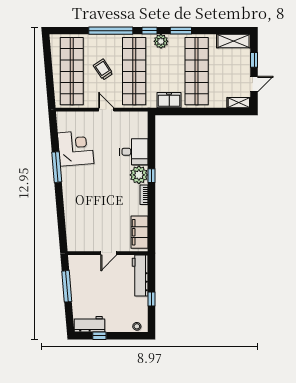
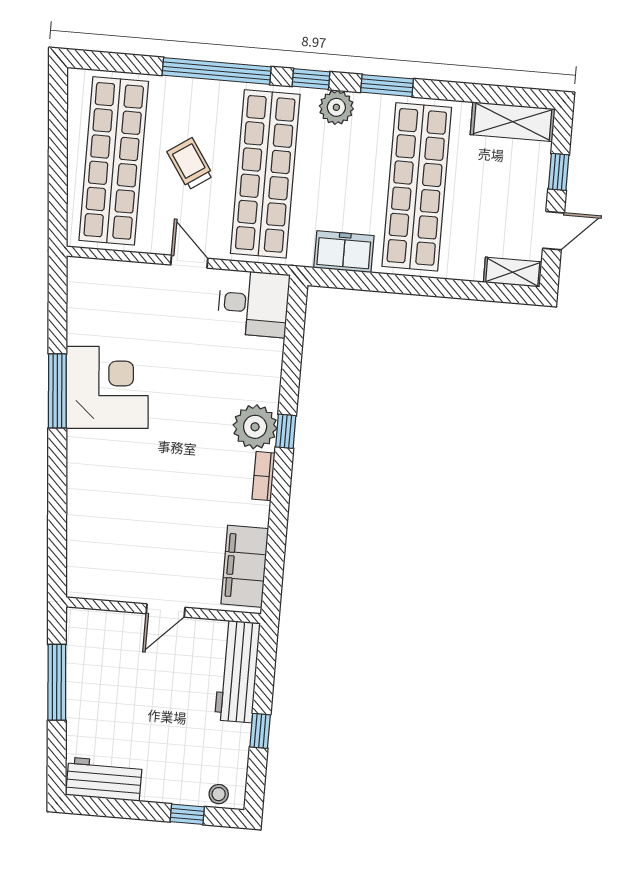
corner desk: (76, 148) -> (107, 387), moved
desk: (134, 152) -> (253, 304), moved
window: (99, 336) -> (187, 814), moved

